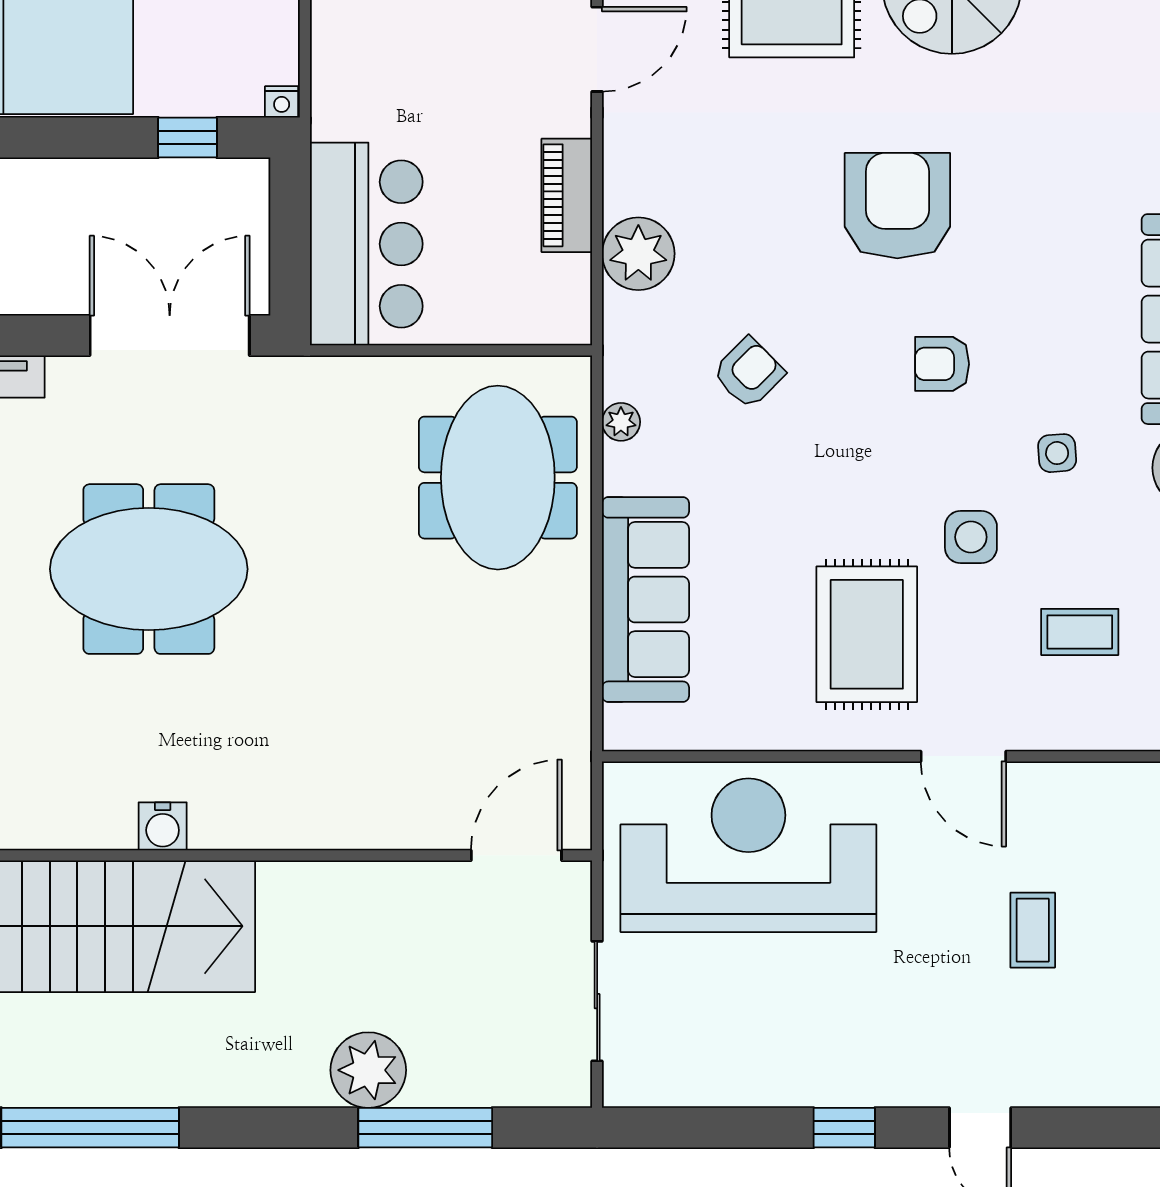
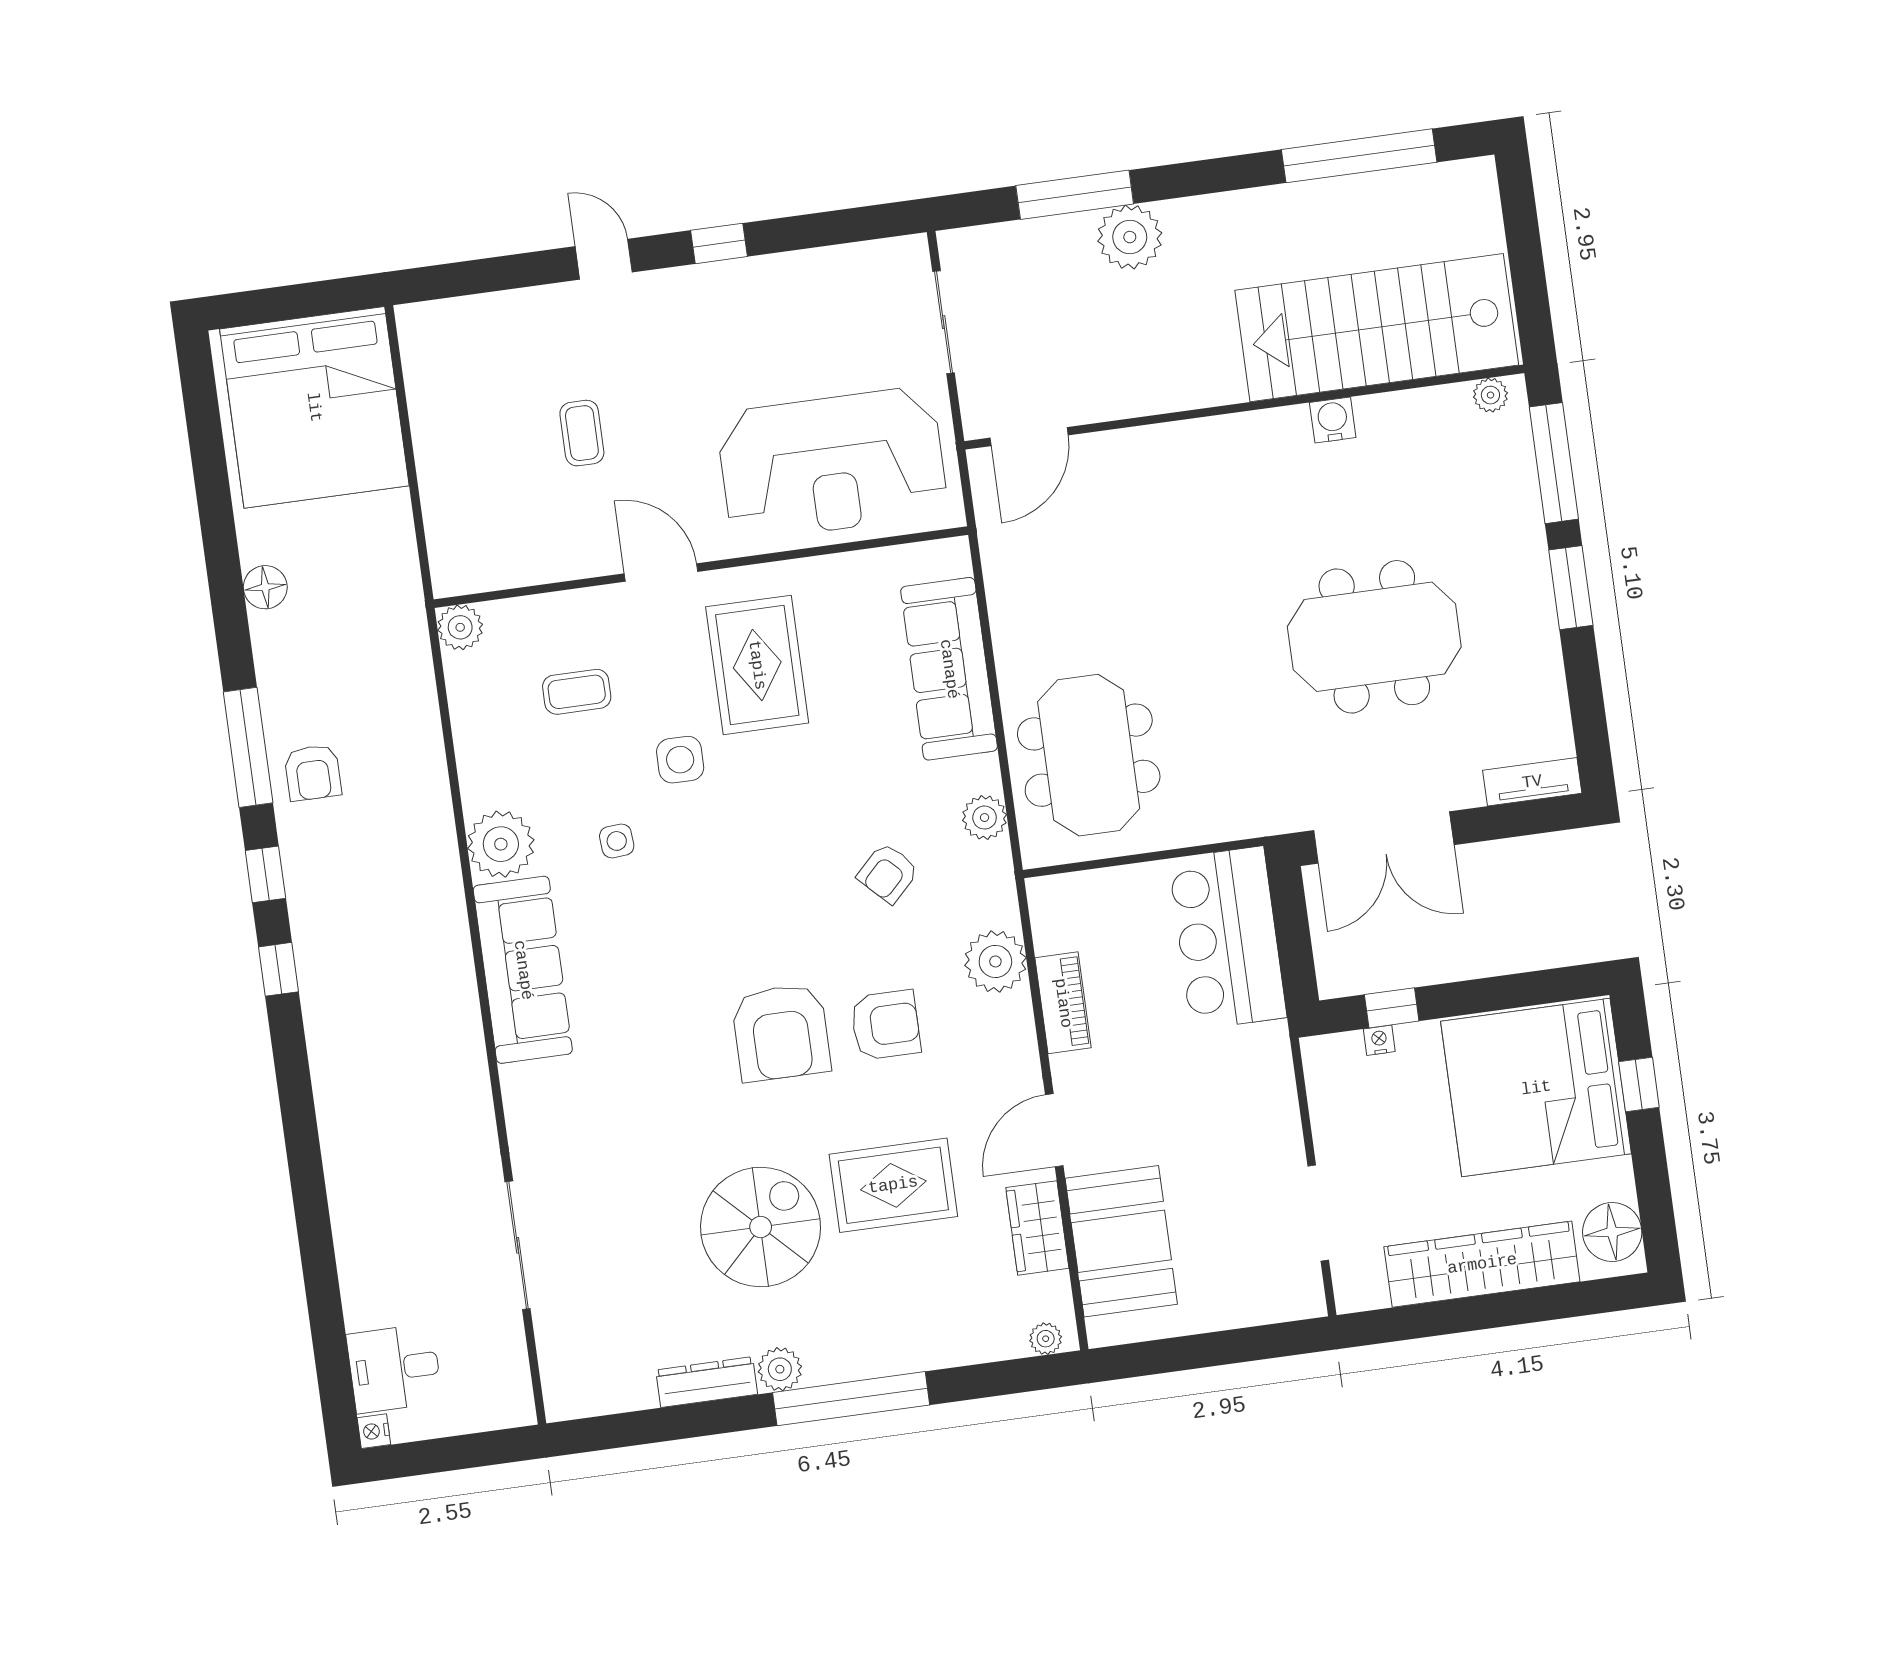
nightstand: (282, 102) -> (1379, 1040), moved
armchair: (942, 364) -> (886, 1025), moved, width x1.38, depth x1.38
plant: (621, 422) -> (985, 818), width x1.38, depth x1.38

